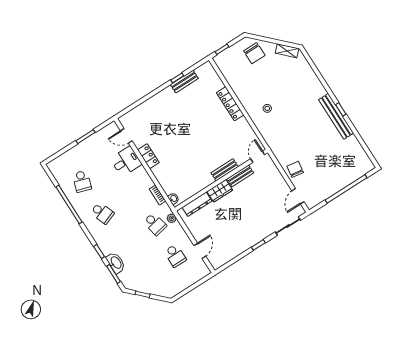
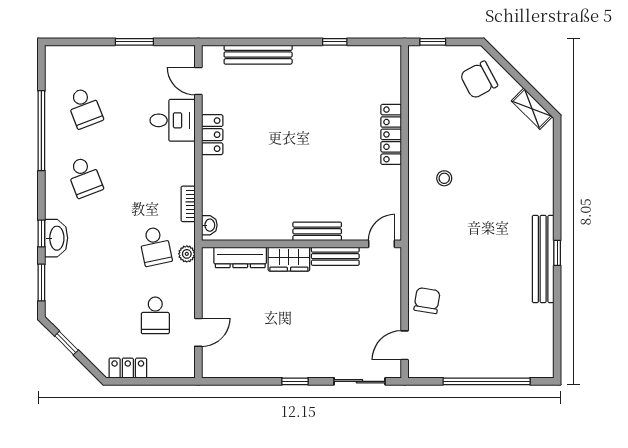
chair: (254, 53) -> (479, 80), turned 62
bench: (184, 82) -> (258, 55), moved, width x1.36
school desk: (82, 181) -> (84, 108), turned -39
washbasin: (116, 263) -> (56, 238), moved
locker: (178, 288) -> (128, 368), added

